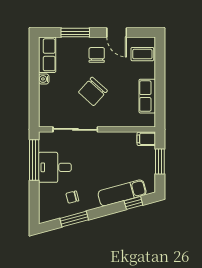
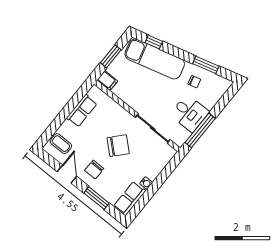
exam couch: (122, 193) -> (155, 59), width x1.36, depth x1.45

